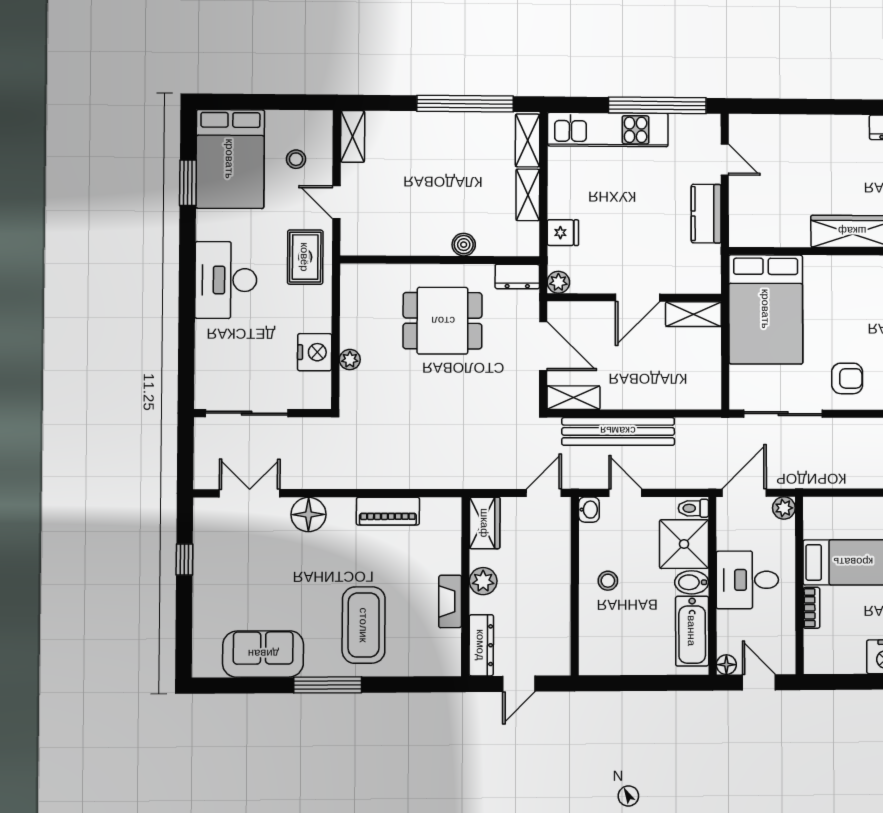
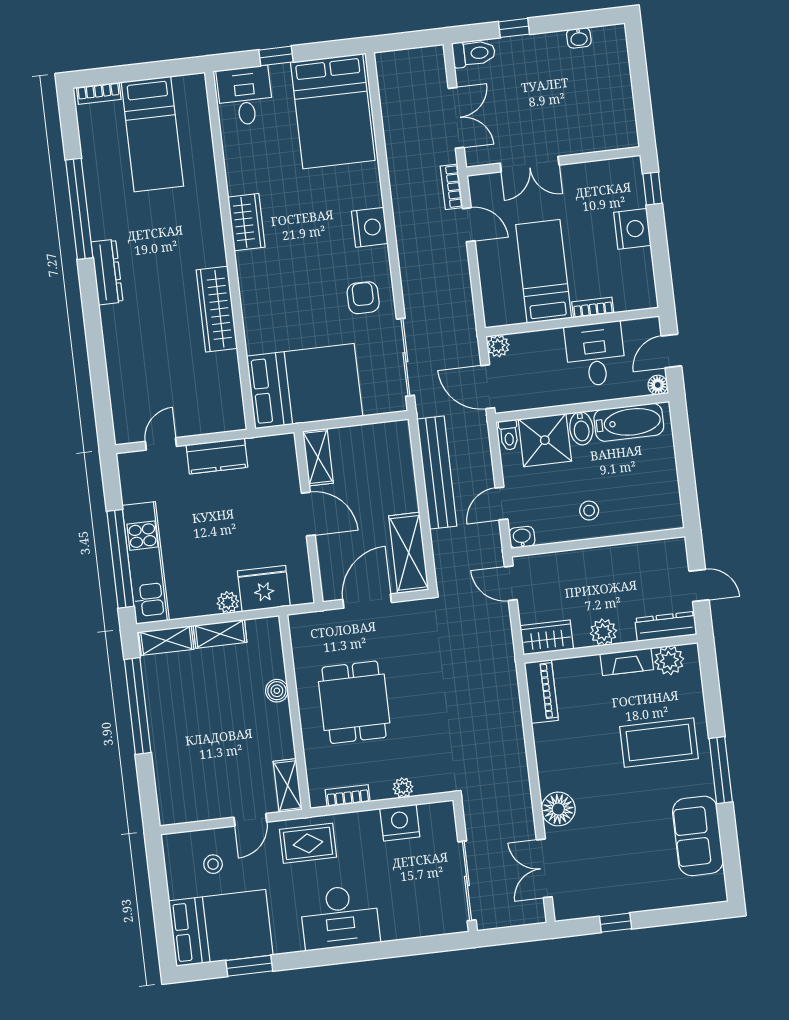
window: (657, 105) -> (120, 559), moved
shelving: (353, 136) -> (288, 785), moved, turned 90
fridge: (563, 233) -> (264, 589), width x1.88, depth x1.34
dresser: (517, 277) -> (302, 635), removed
plant: (558, 282) -> (228, 602), moved
bookcase: (349, 303) -> (348, 796), added
shelving: (574, 398) -> (409, 553), width x1.50, depth x1.33
bench: (618, 431) -> (437, 473), moved
piano: (388, 511) -> (541, 692), moved
desk: (747, 580) -> (595, 354), moved, turned 180
plant: (446, 645) -> (669, 660), added

